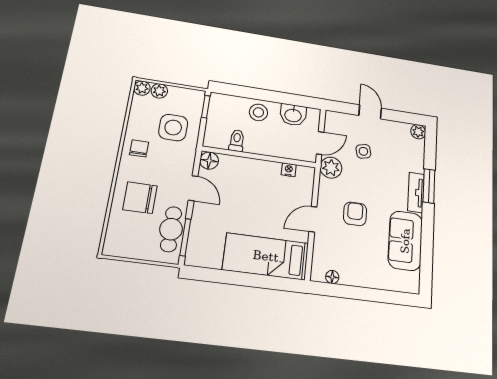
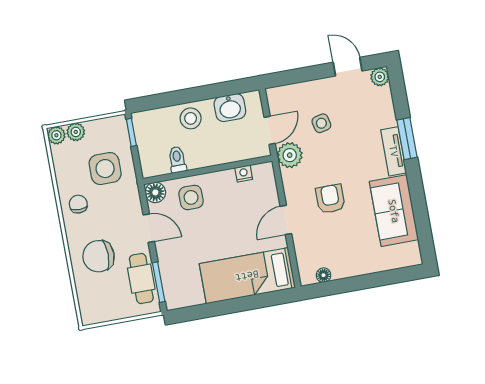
door: (370, 112) -> (348, 67), moved
side table: (238, 175) -> (191, 197), added

